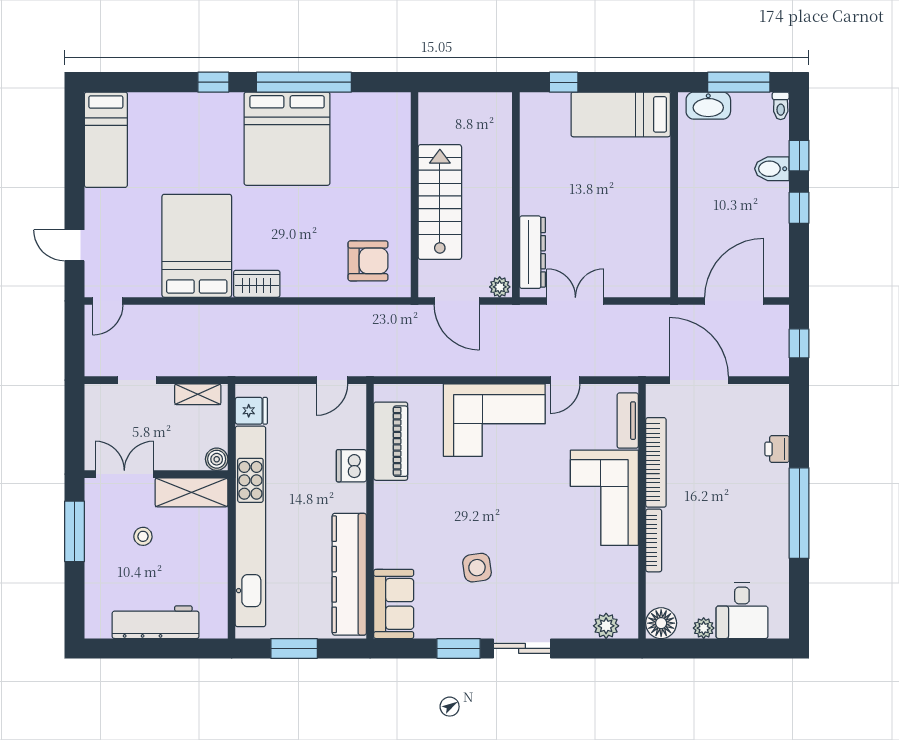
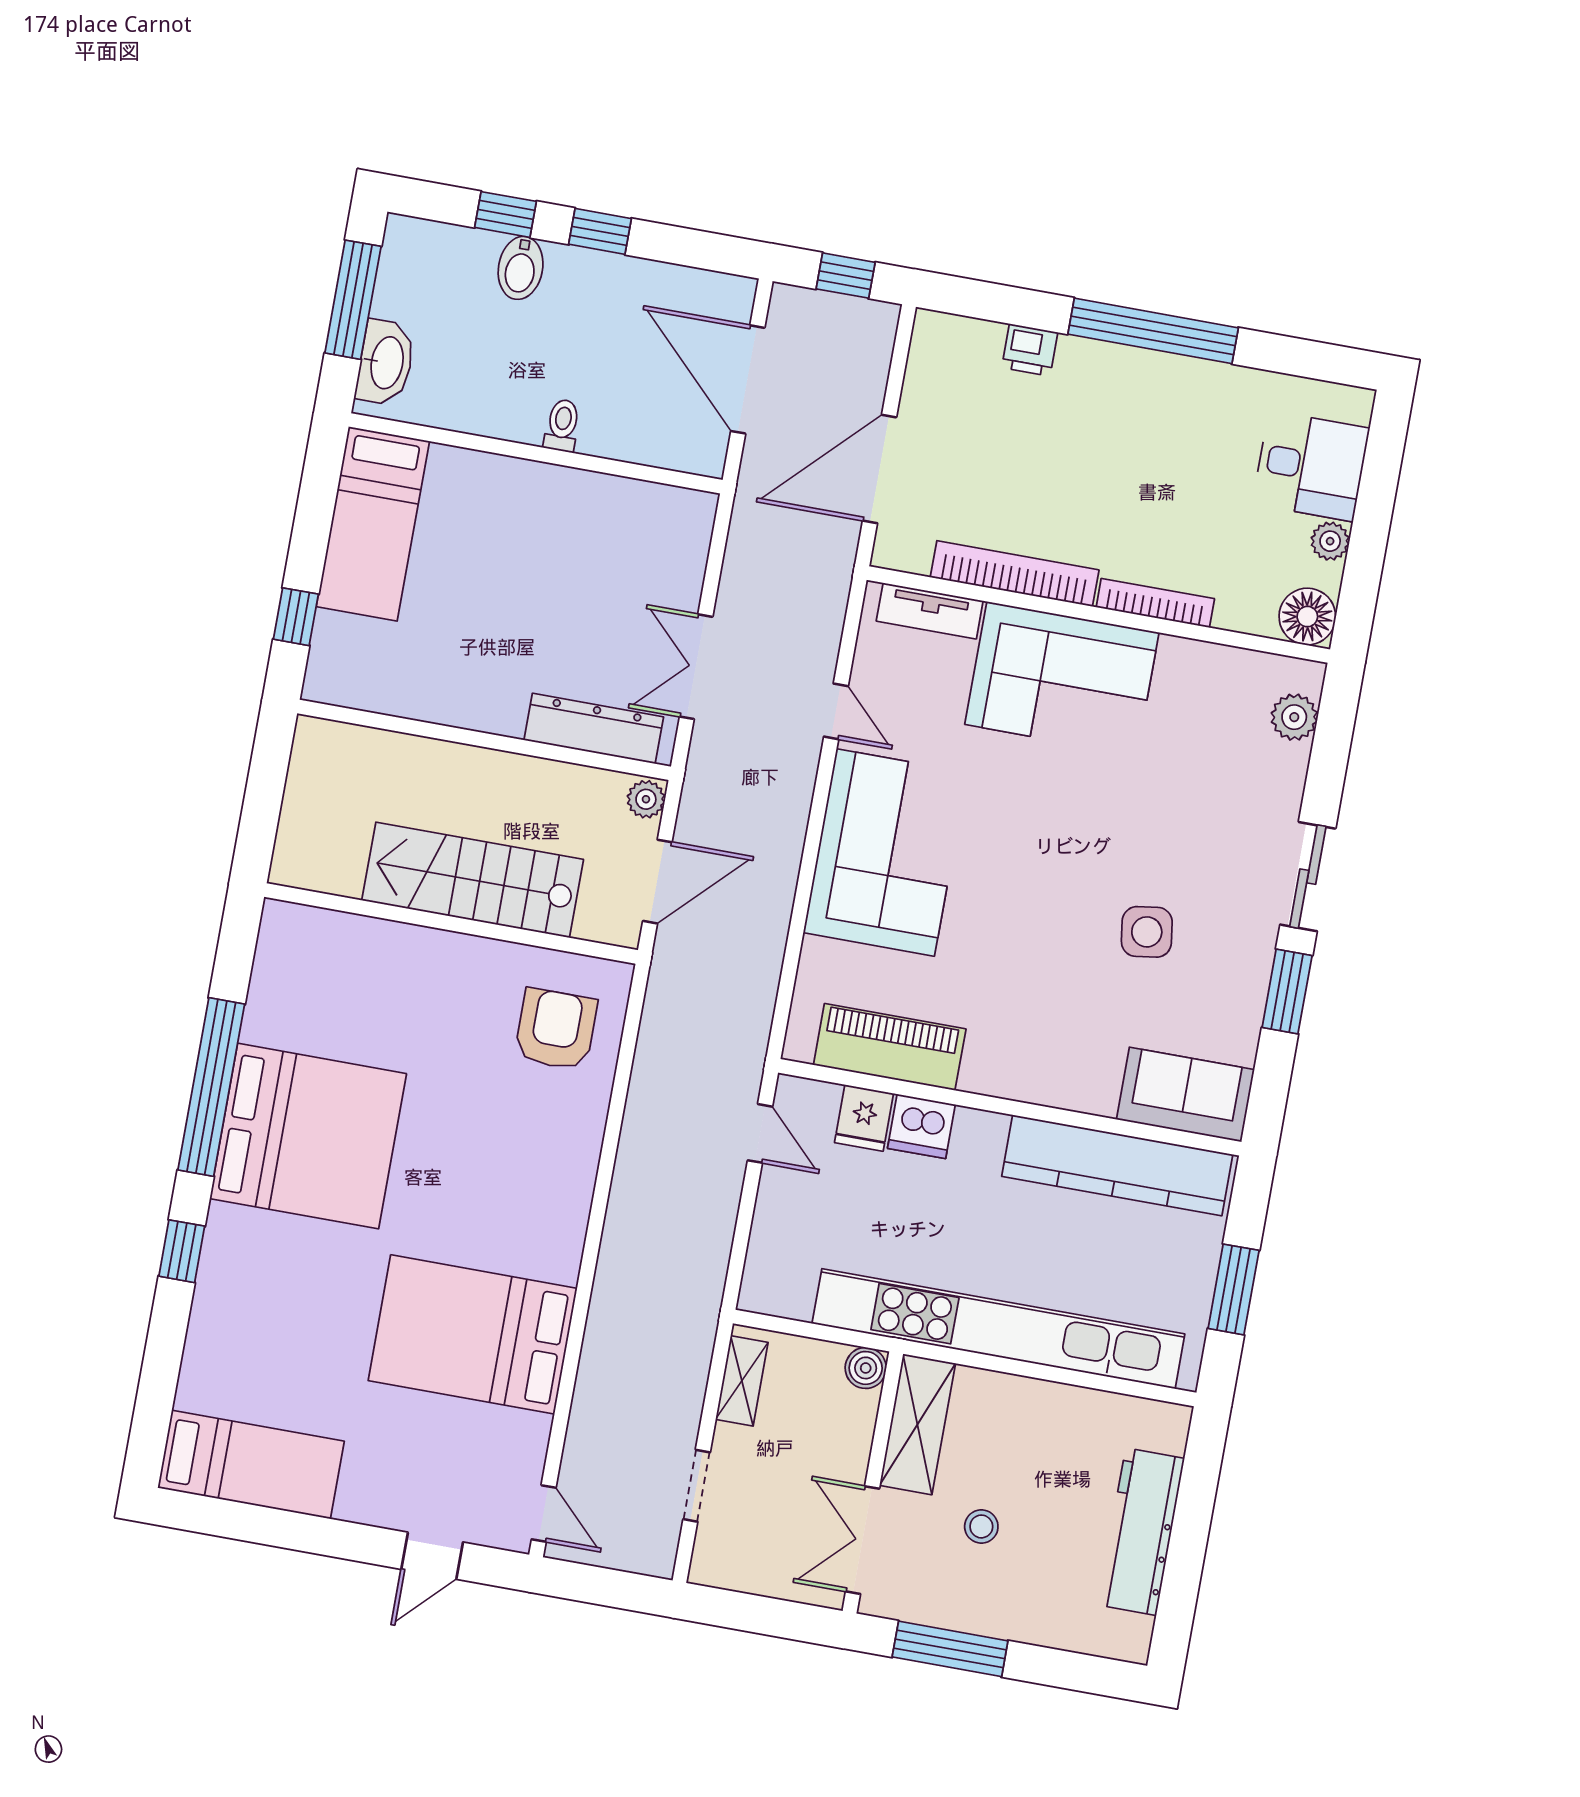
toilet: (781, 106) -> (562, 425), moved, turned -90
wardrobe: (257, 284) -> (561, 1238), removed
fridge: (251, 411) -> (864, 1118), moved, turned 180

